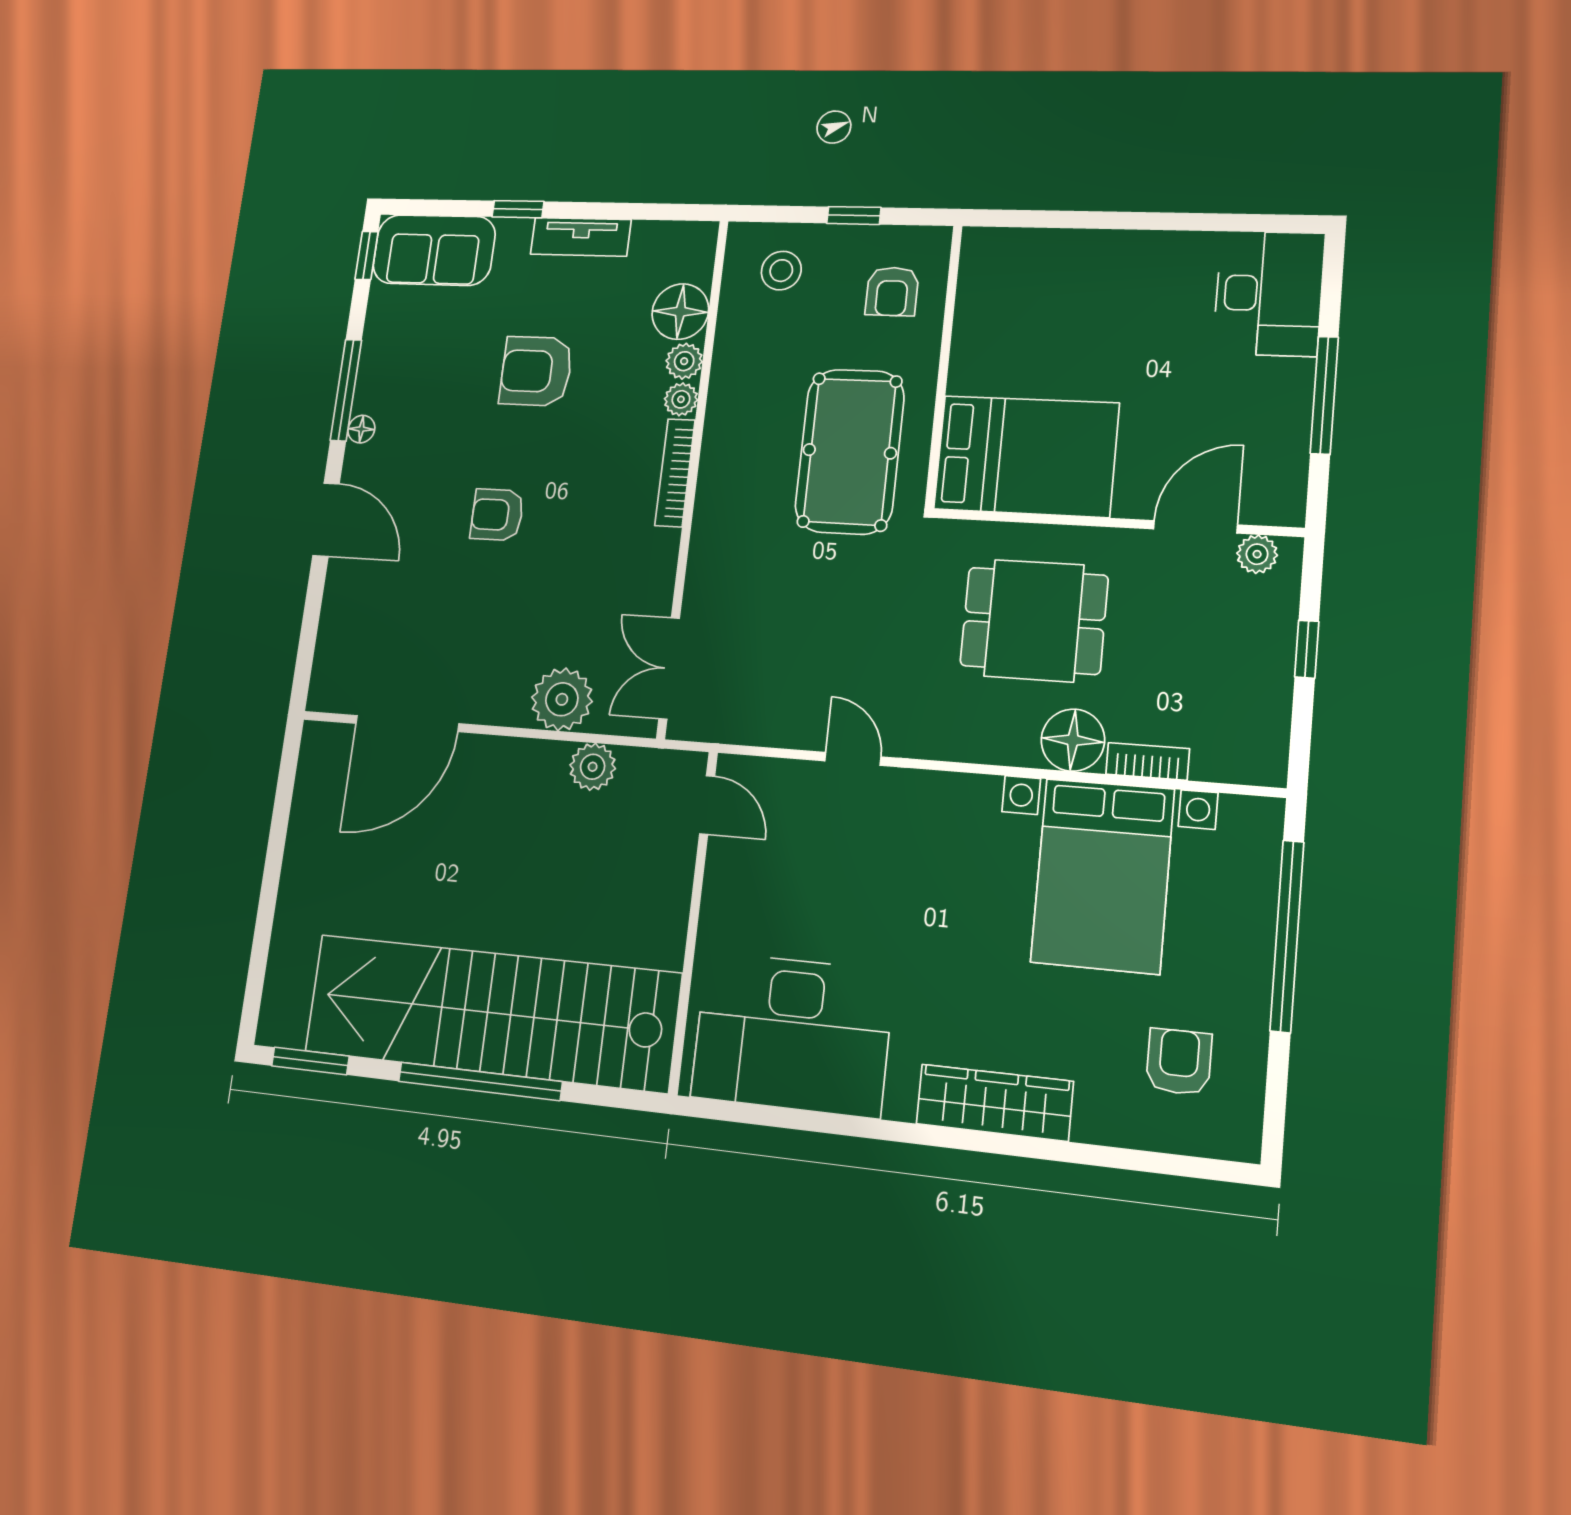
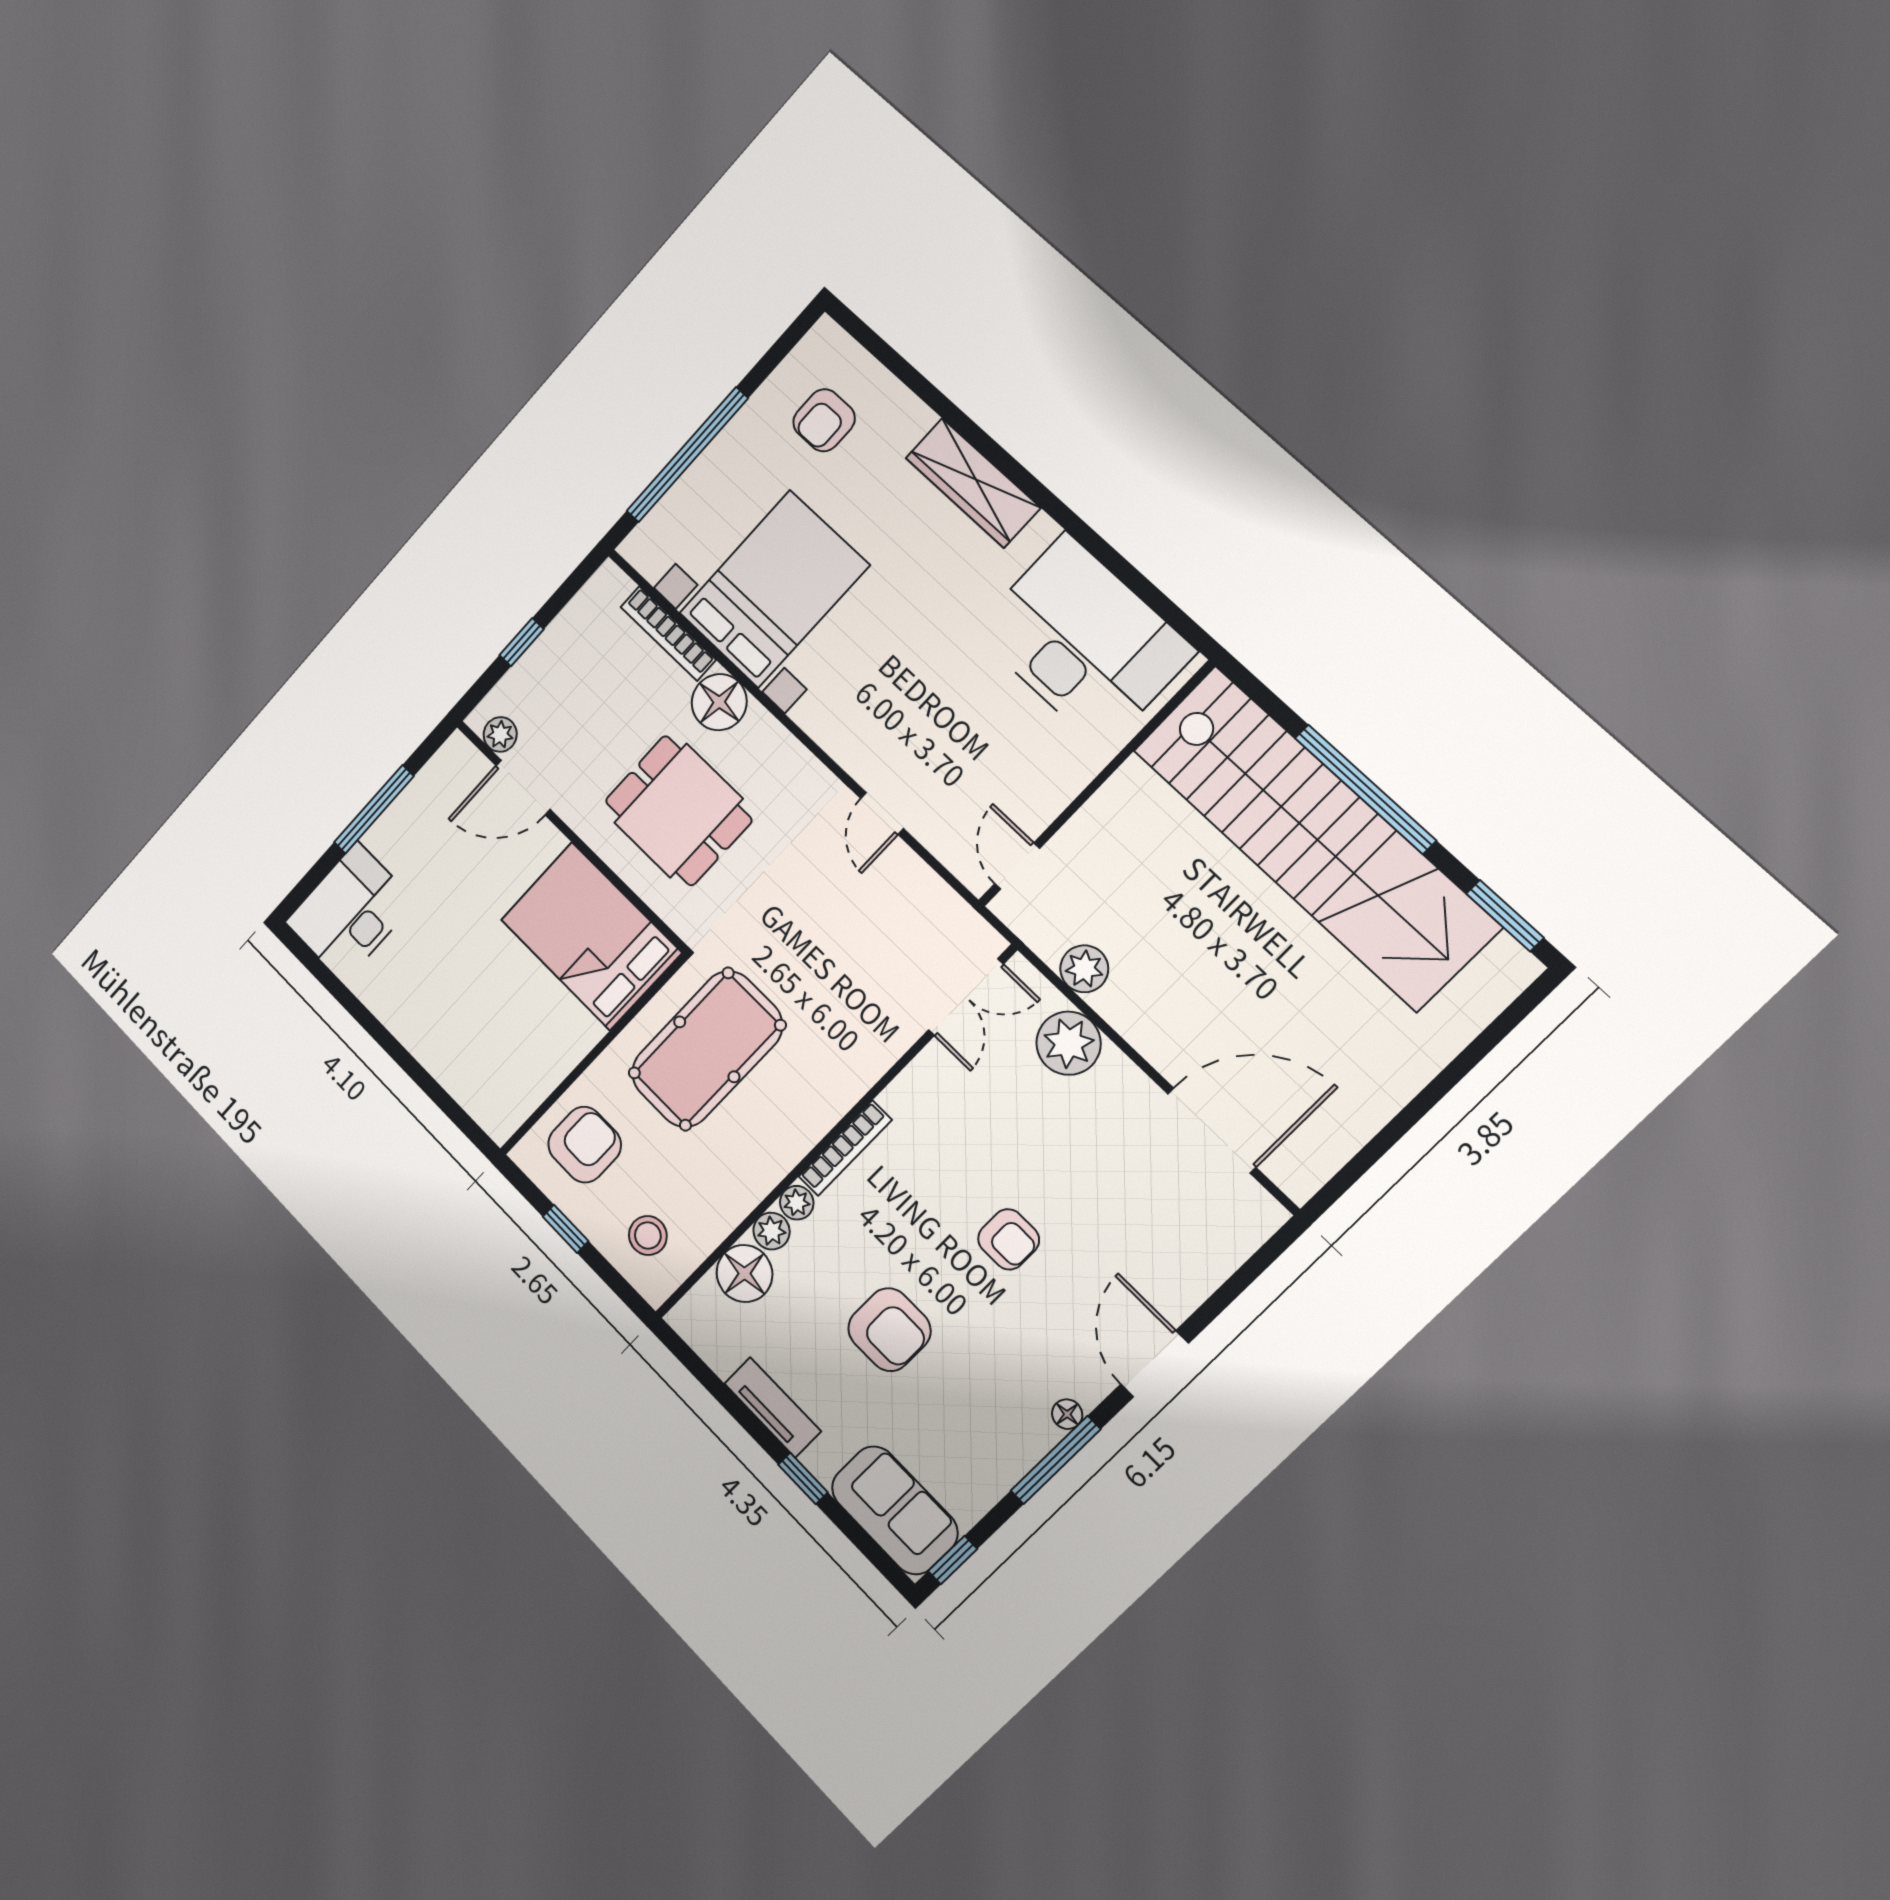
armchair: (892, 291) -> (585, 1145), width x1.38, depth x1.38
bookcase: (1148, 761) -> (668, 633), width x1.56

